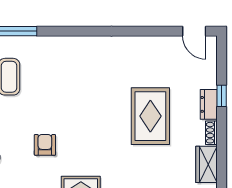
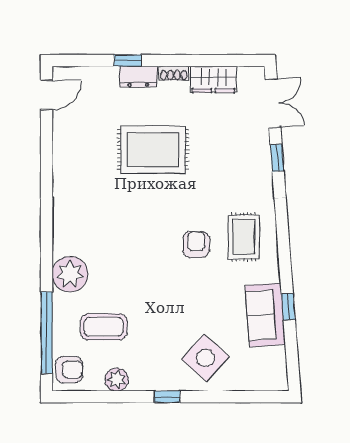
plant: (51, 50) -> (70, 274), added
armchair: (45, 145) -> (196, 245), moved, turned 90

